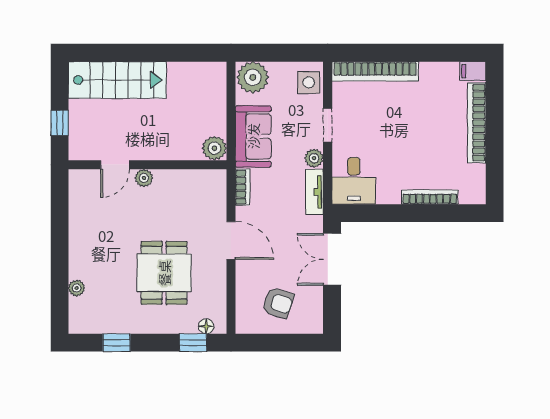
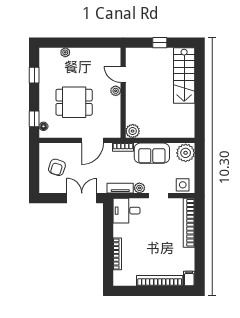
plant: (214, 148) -> (133, 131), moved
door: (115, 165) -> (123, 74), moved
wall: (148, 165) -> (123, 93), moved
plant: (144, 178) -> (116, 91), moved

